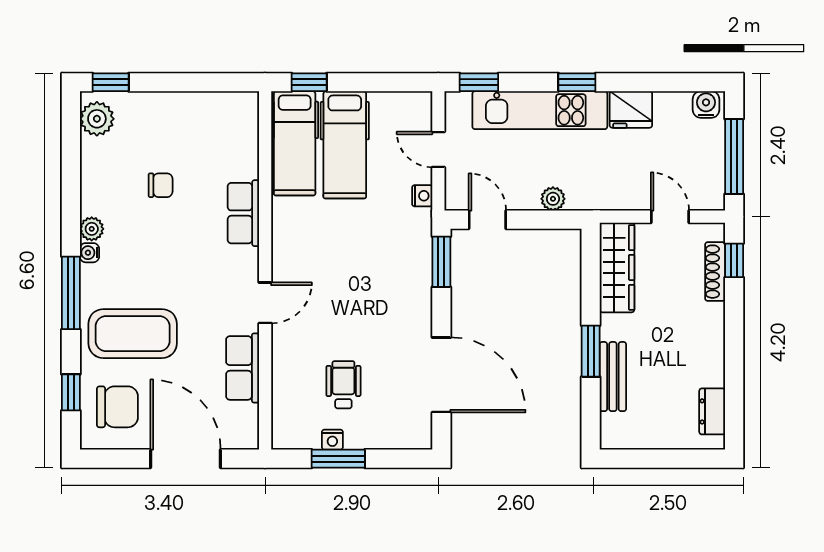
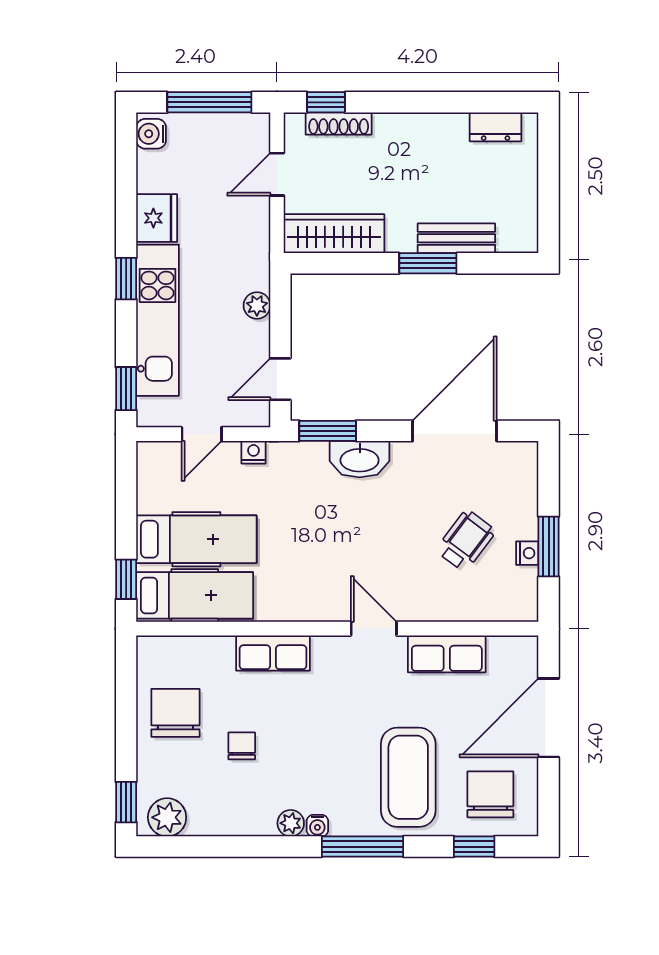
chair: (190, 126) -> (175, 713), added
washbasin: (416, 290) -> (360, 459), added
wheelchair: (343, 385) -> (466, 541), turned 127

